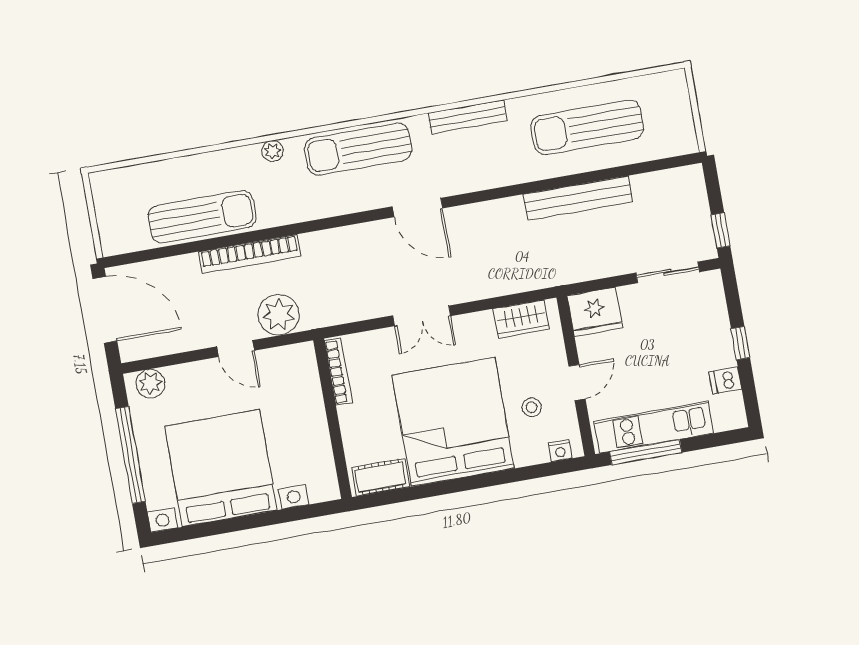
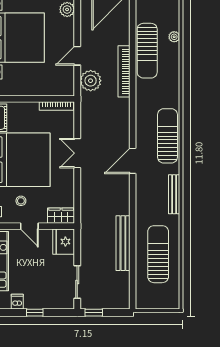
plant: (273, 151) -> (174, 37), moved
wardrobe: (521, 319) -> (61, 216), moved, turned 90

